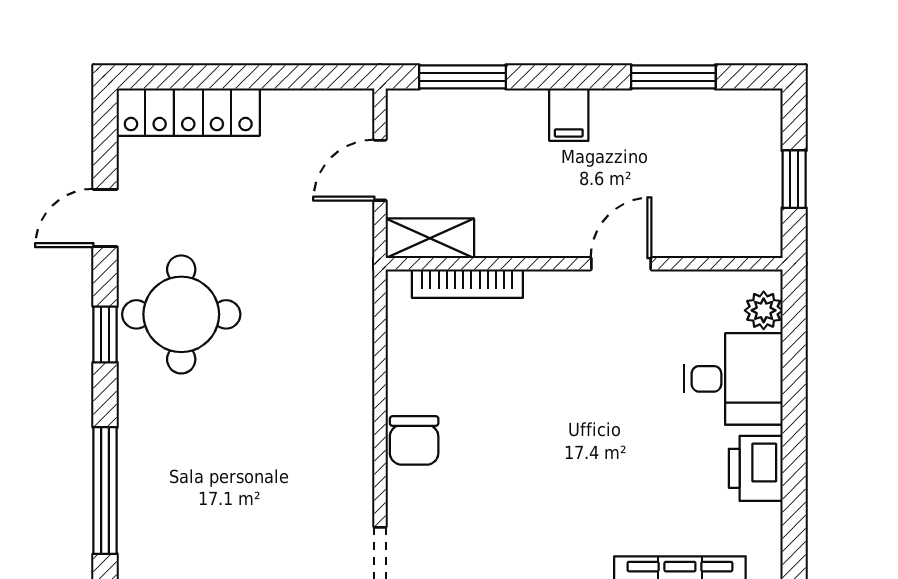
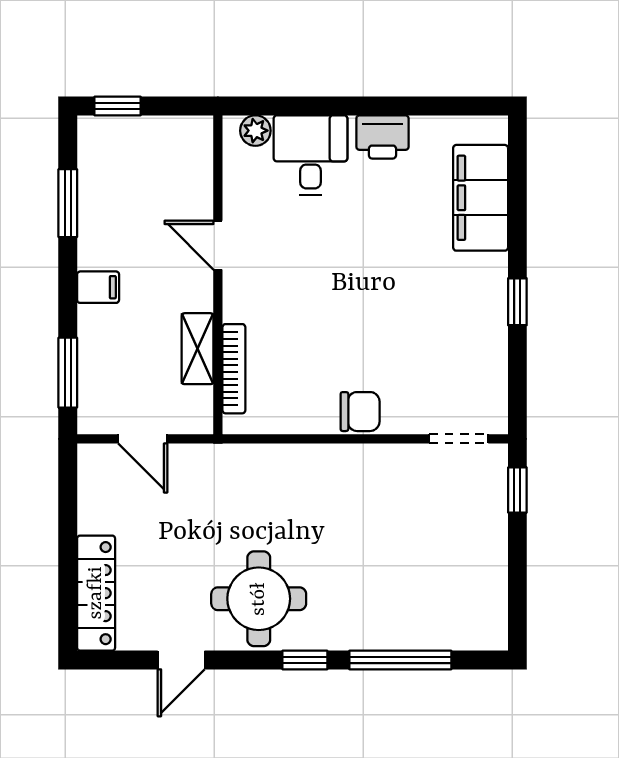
window: (794, 179) -> (118, 106), moved
door: (105, 218) -> (181, 660), hinge flipped
shelving: (430, 238) -> (198, 349), moved
window: (105, 334) -> (305, 660), moved

